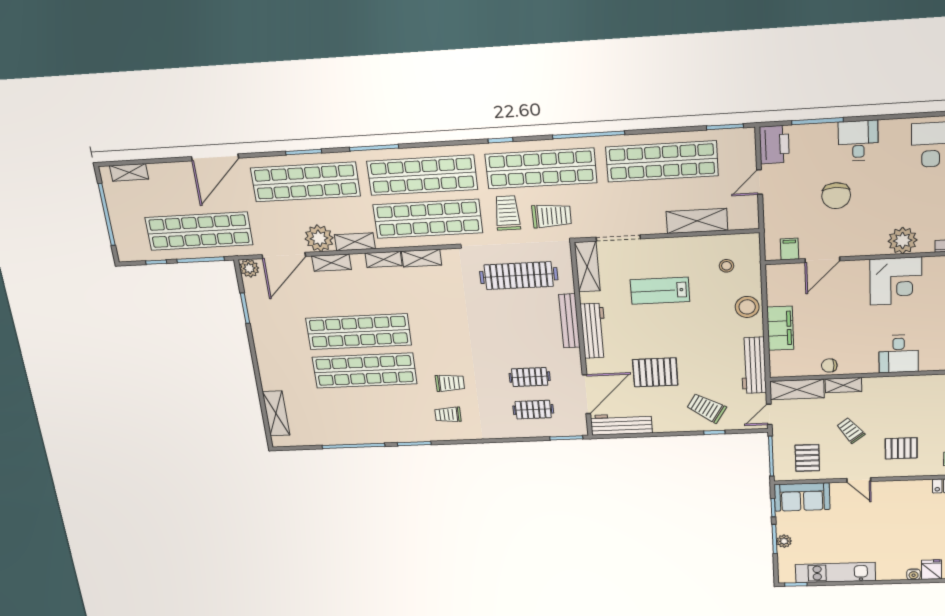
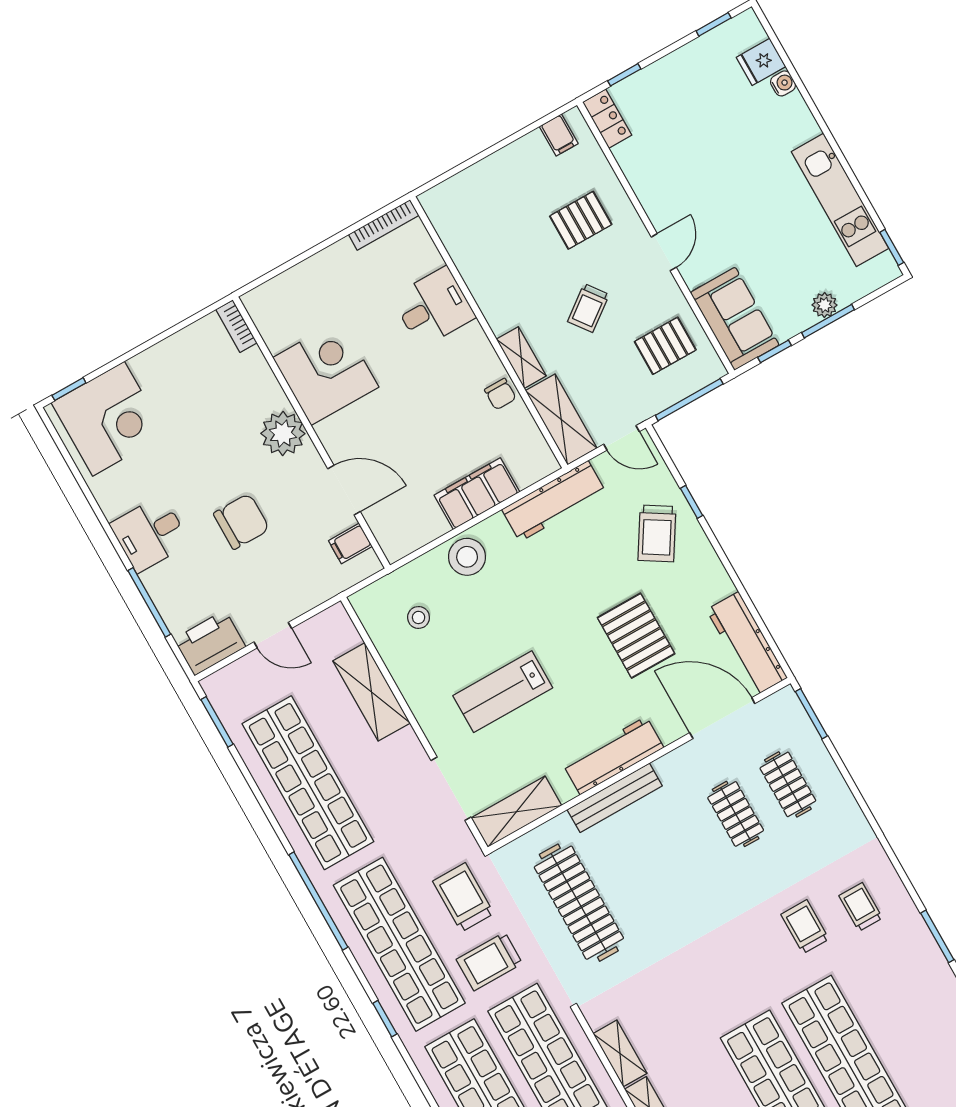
plant: (903, 241) -> (283, 434), moved
lab bench: (660, 291) -> (503, 692), turned 90
trolley: (448, 415) -> (861, 907), turned 180
pallet: (901, 448) -> (581, 220), turned 90

